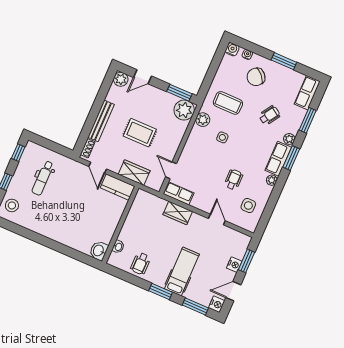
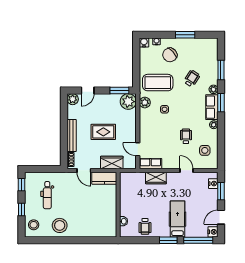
row of seats: (307, 93) -> (212, 50), removed
coffee table: (228, 103) -> (158, 83), width x1.36, depth x1.32
stool: (42, 219) -> (60, 225), added
washbasin: (99, 251) -> (111, 230), removed
nightstand: (234, 265) -> (213, 184), moved
window: (195, 307) -> (198, 240), width x1.44

